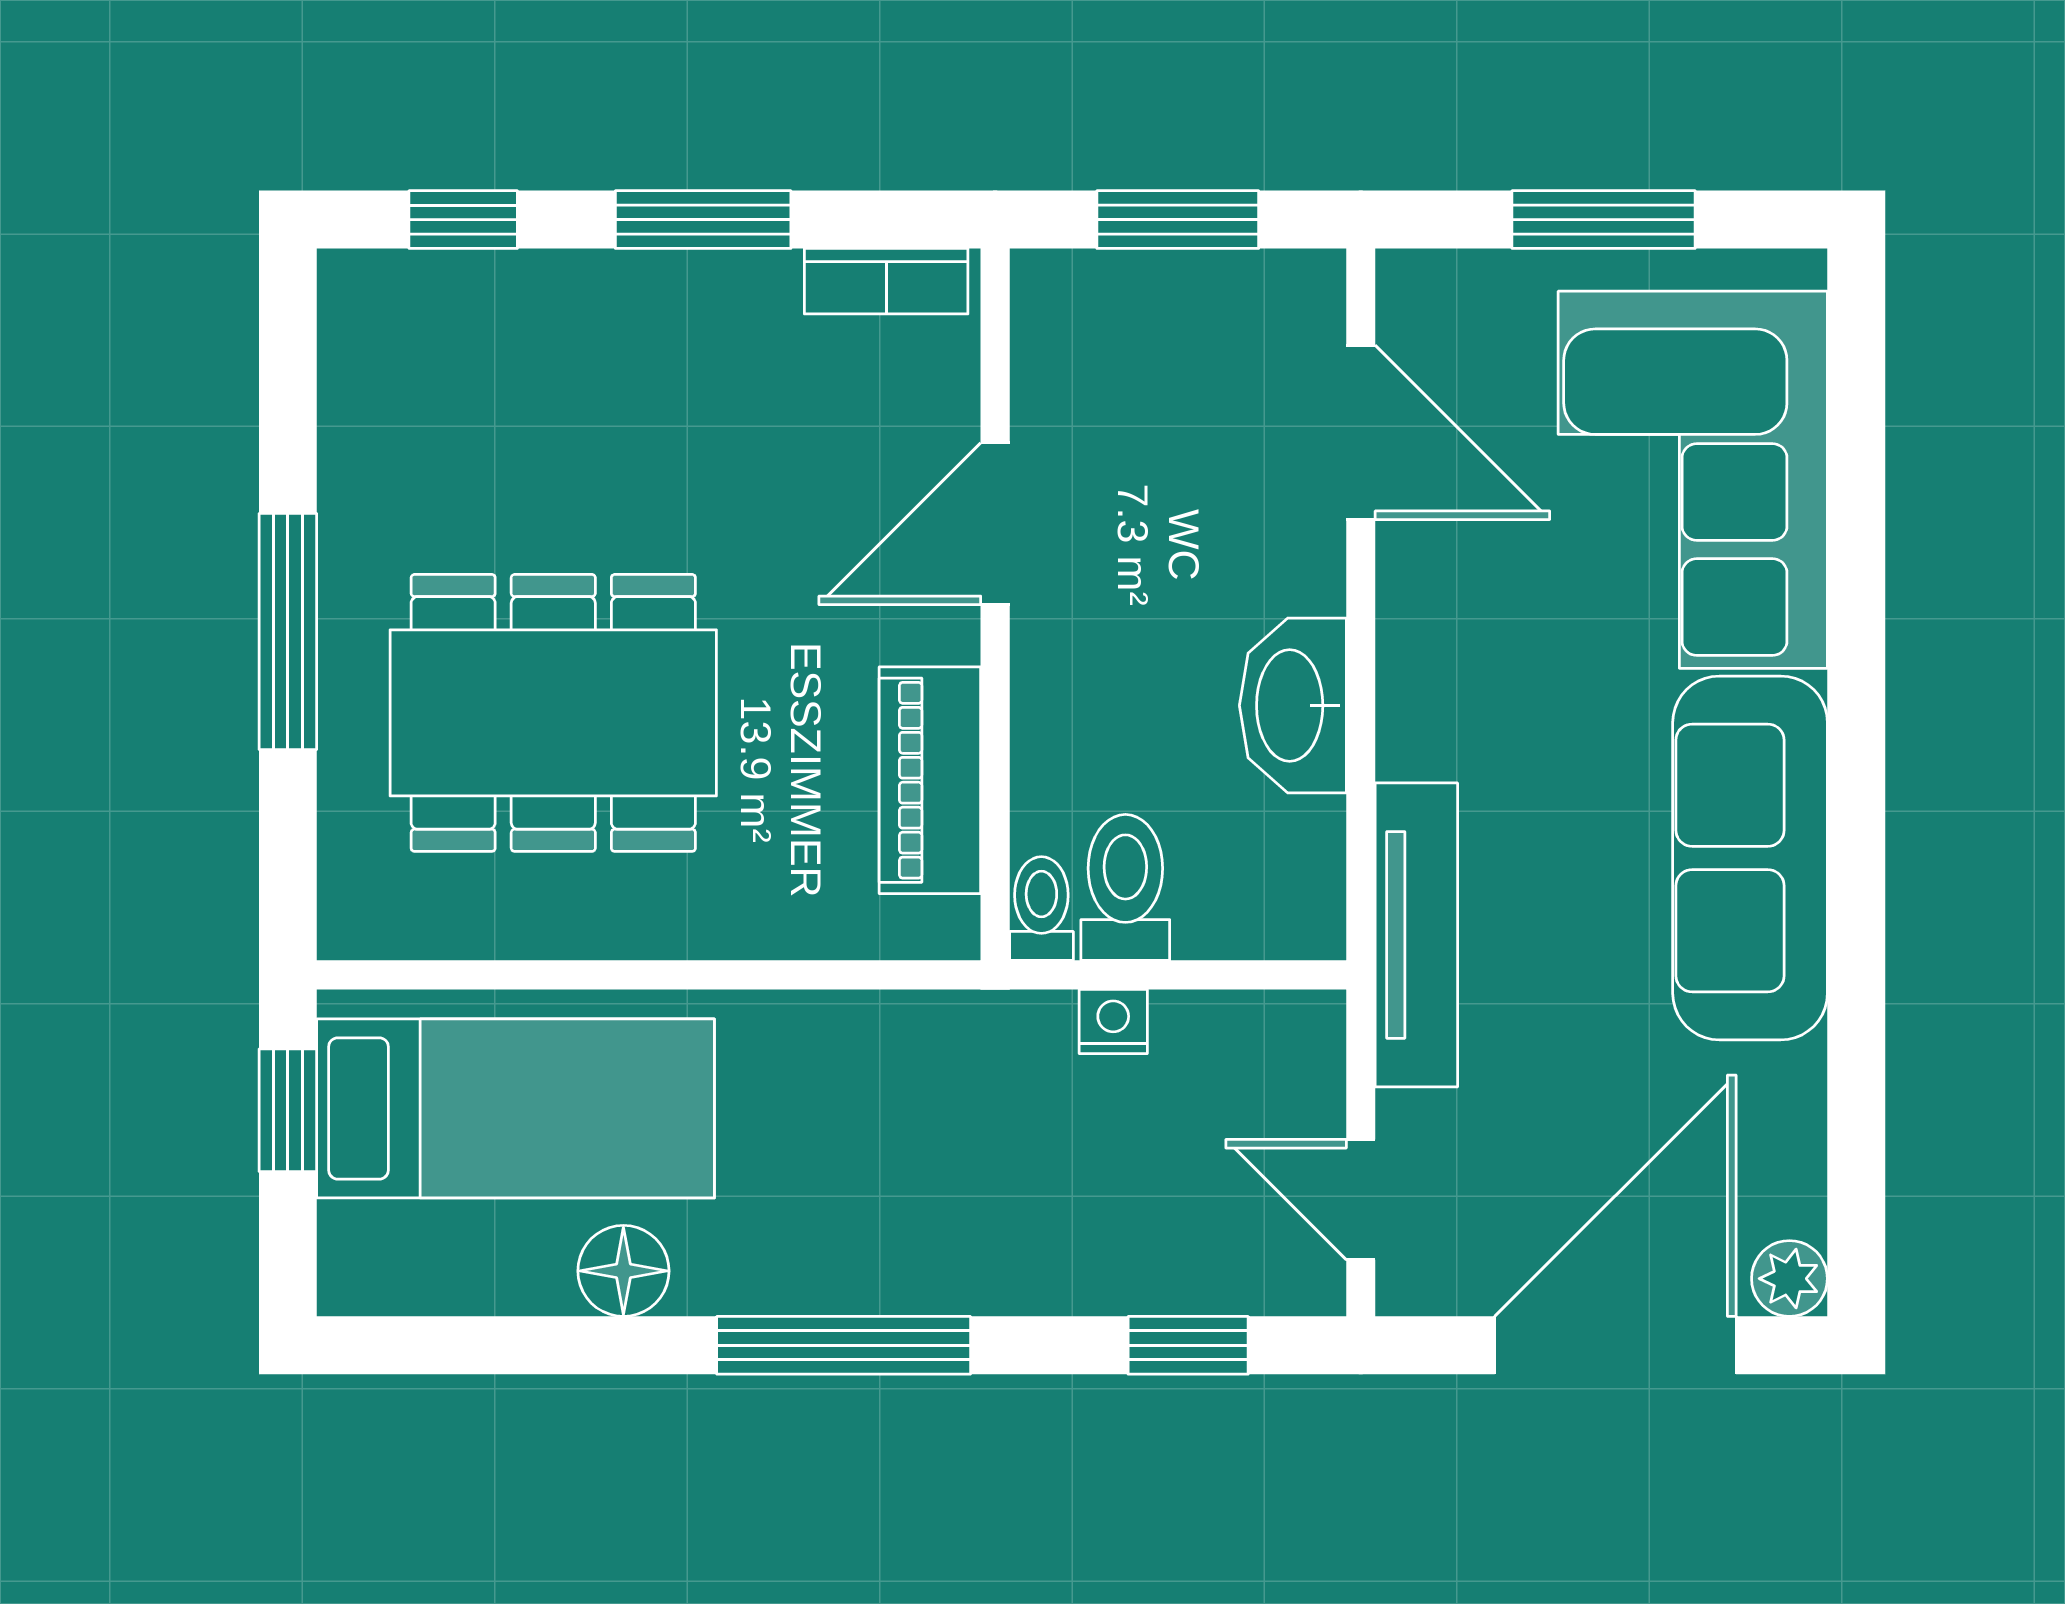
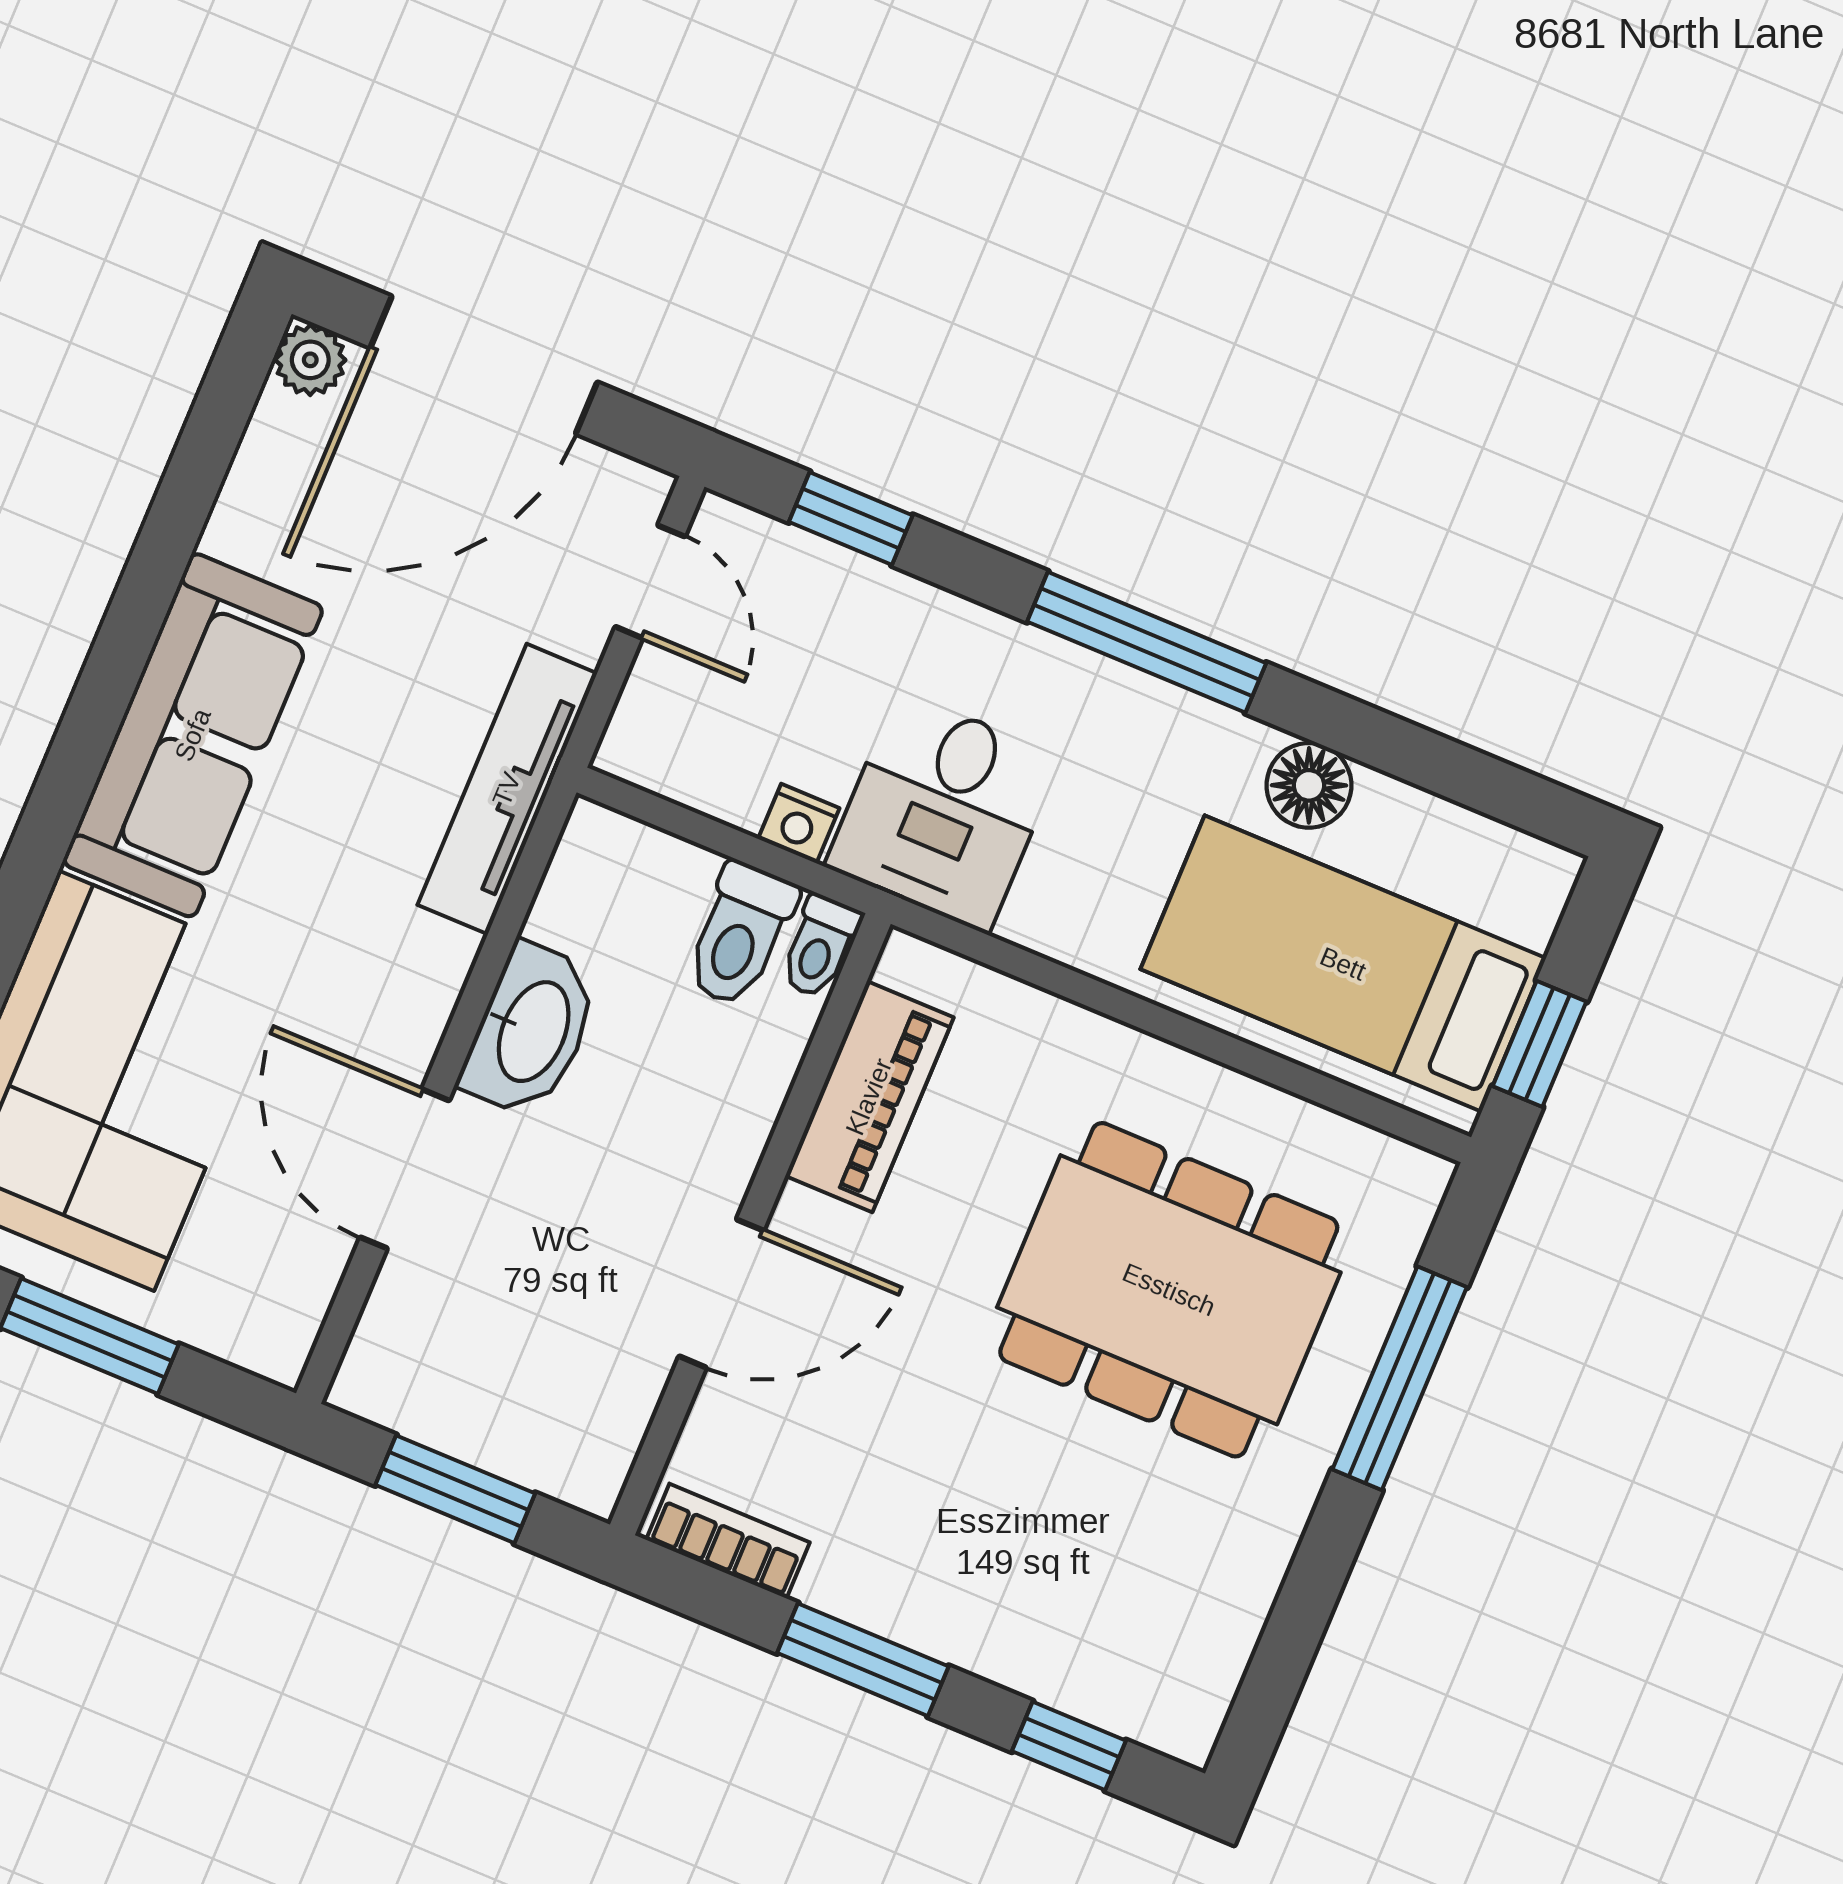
door: (1361, 432) -> (405, 1169), moved
window: (288, 631) -> (1400, 1378), moved
desk: (975, 1093) -> (943, 812), added

